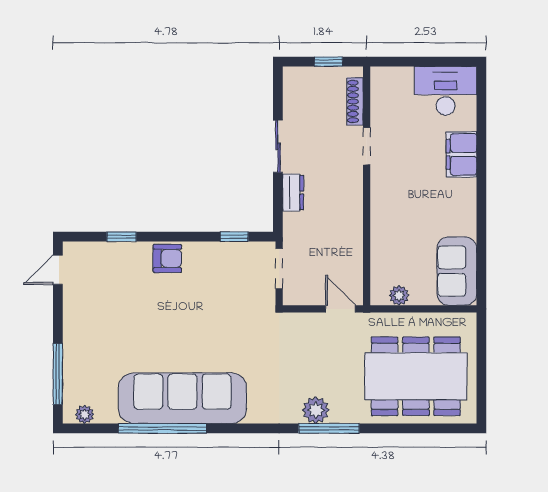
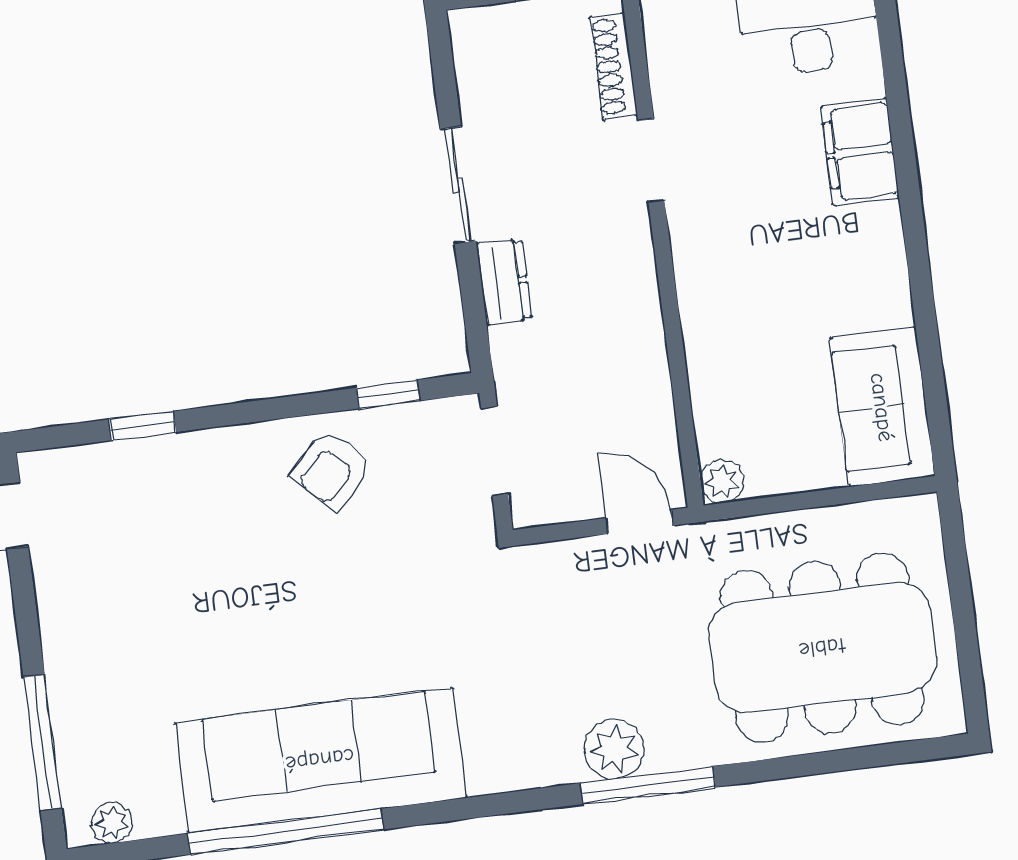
armchair: (167, 258) -> (331, 469), moved, turned 134
plant: (399, 295) -> (722, 481), moved

